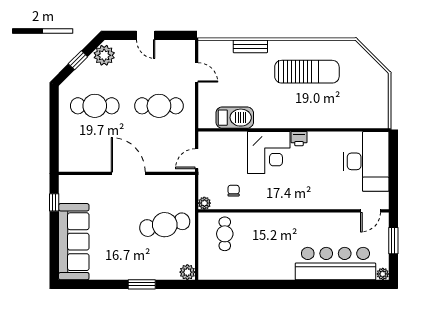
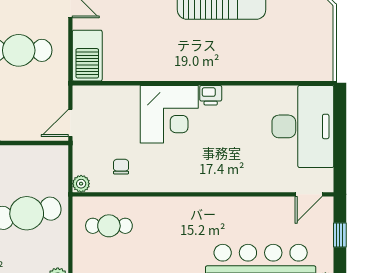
barbecue: (235, 118) -> (87, 56), moved, turned 90
cafe table: (225, 234) -> (109, 226), turned 90
window: (393, 241) -> (340, 235), width x0.67

